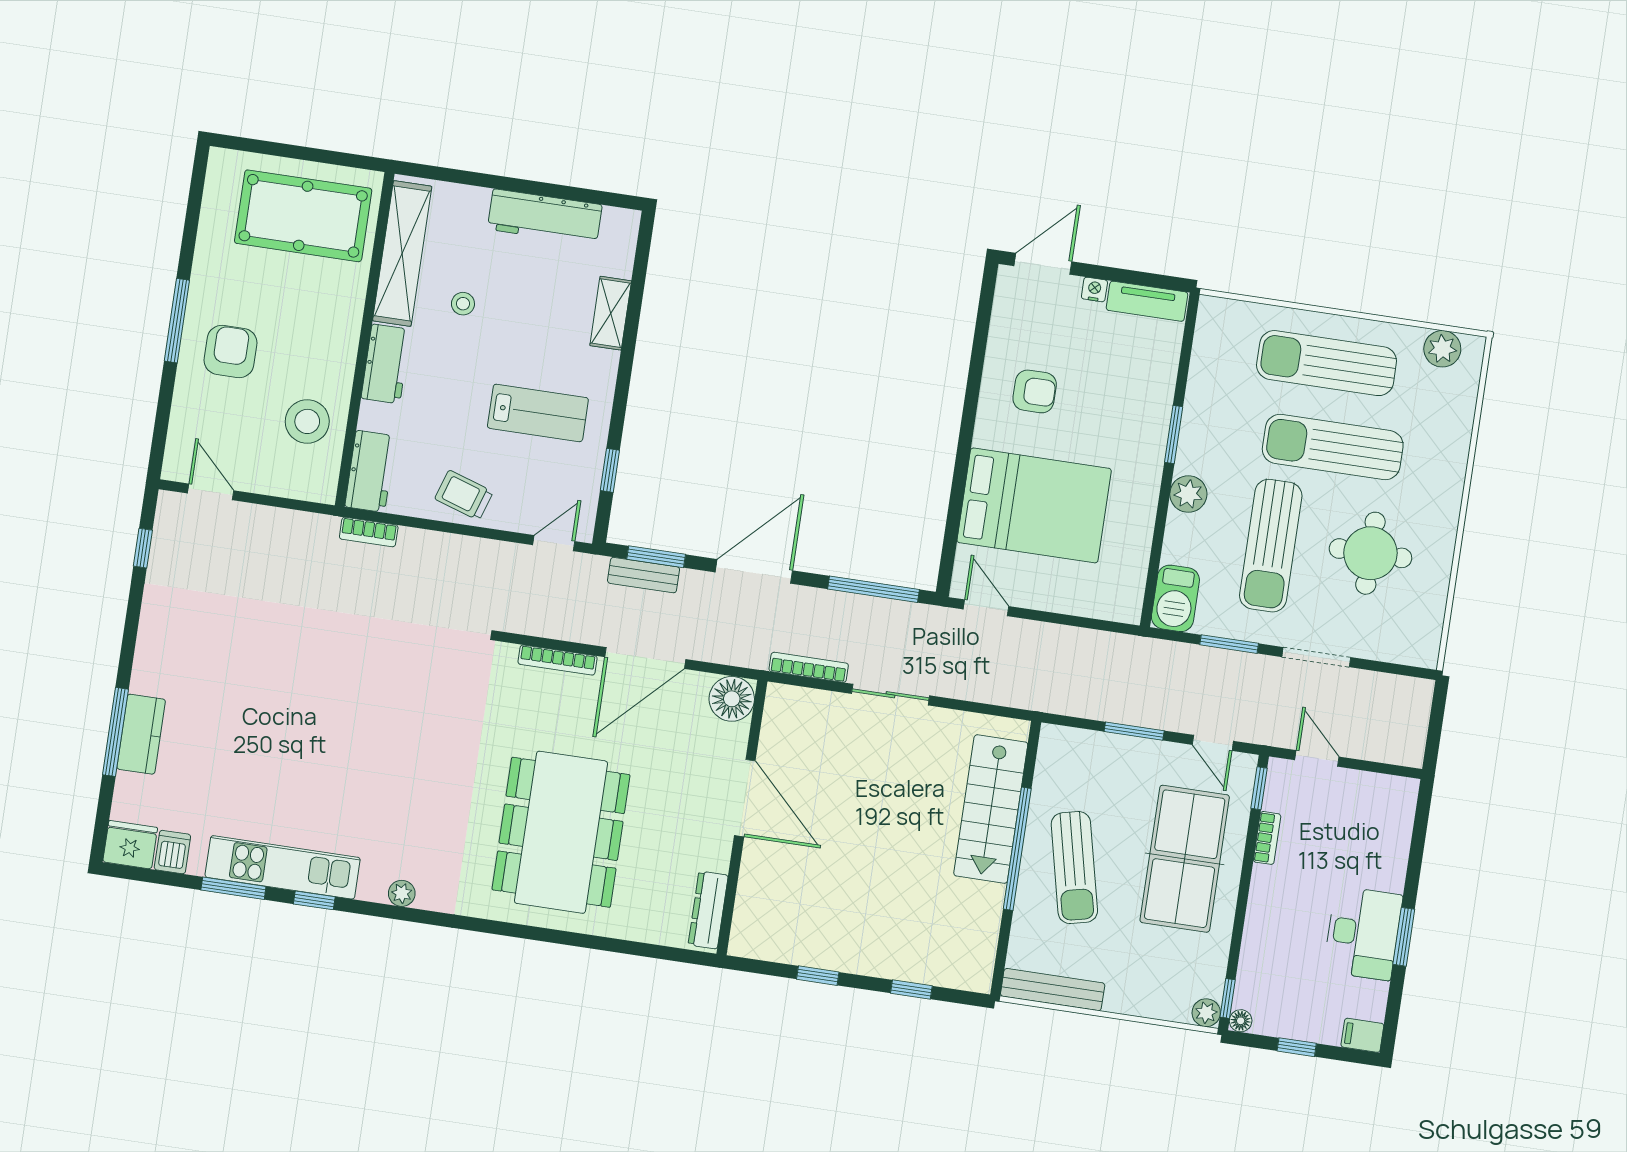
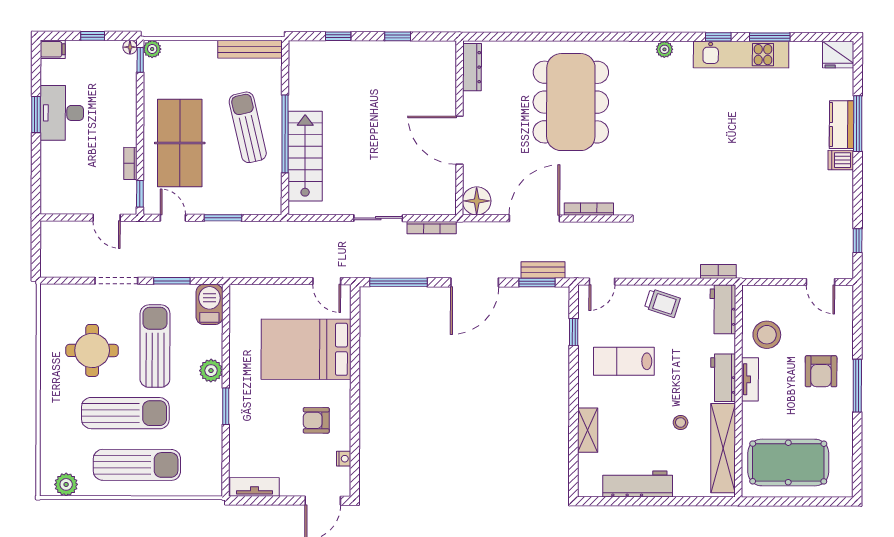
nightstand: (1094, 289) -> (344, 459), moved, turned -90
tv unit: (344, 355) -> (750, 379), added
dishwasher: (172, 852) -> (841, 160), moved, turned 90

